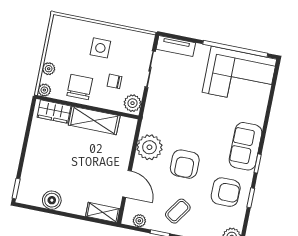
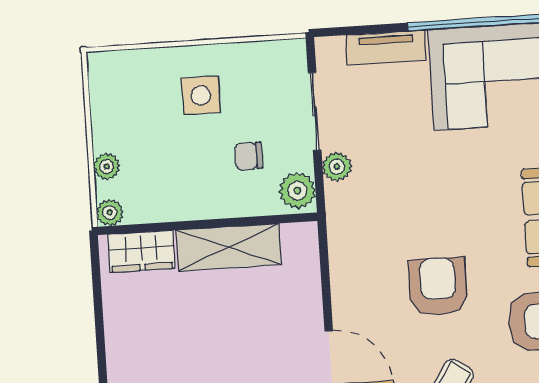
tv unit: (176, 46) -> (386, 48), moved
chair: (80, 87) -> (180, 187), removed
plant: (149, 147) -> (337, 167), moved, width x0.53, depth x0.53
armchair: (185, 164) -> (438, 286), turned 180

